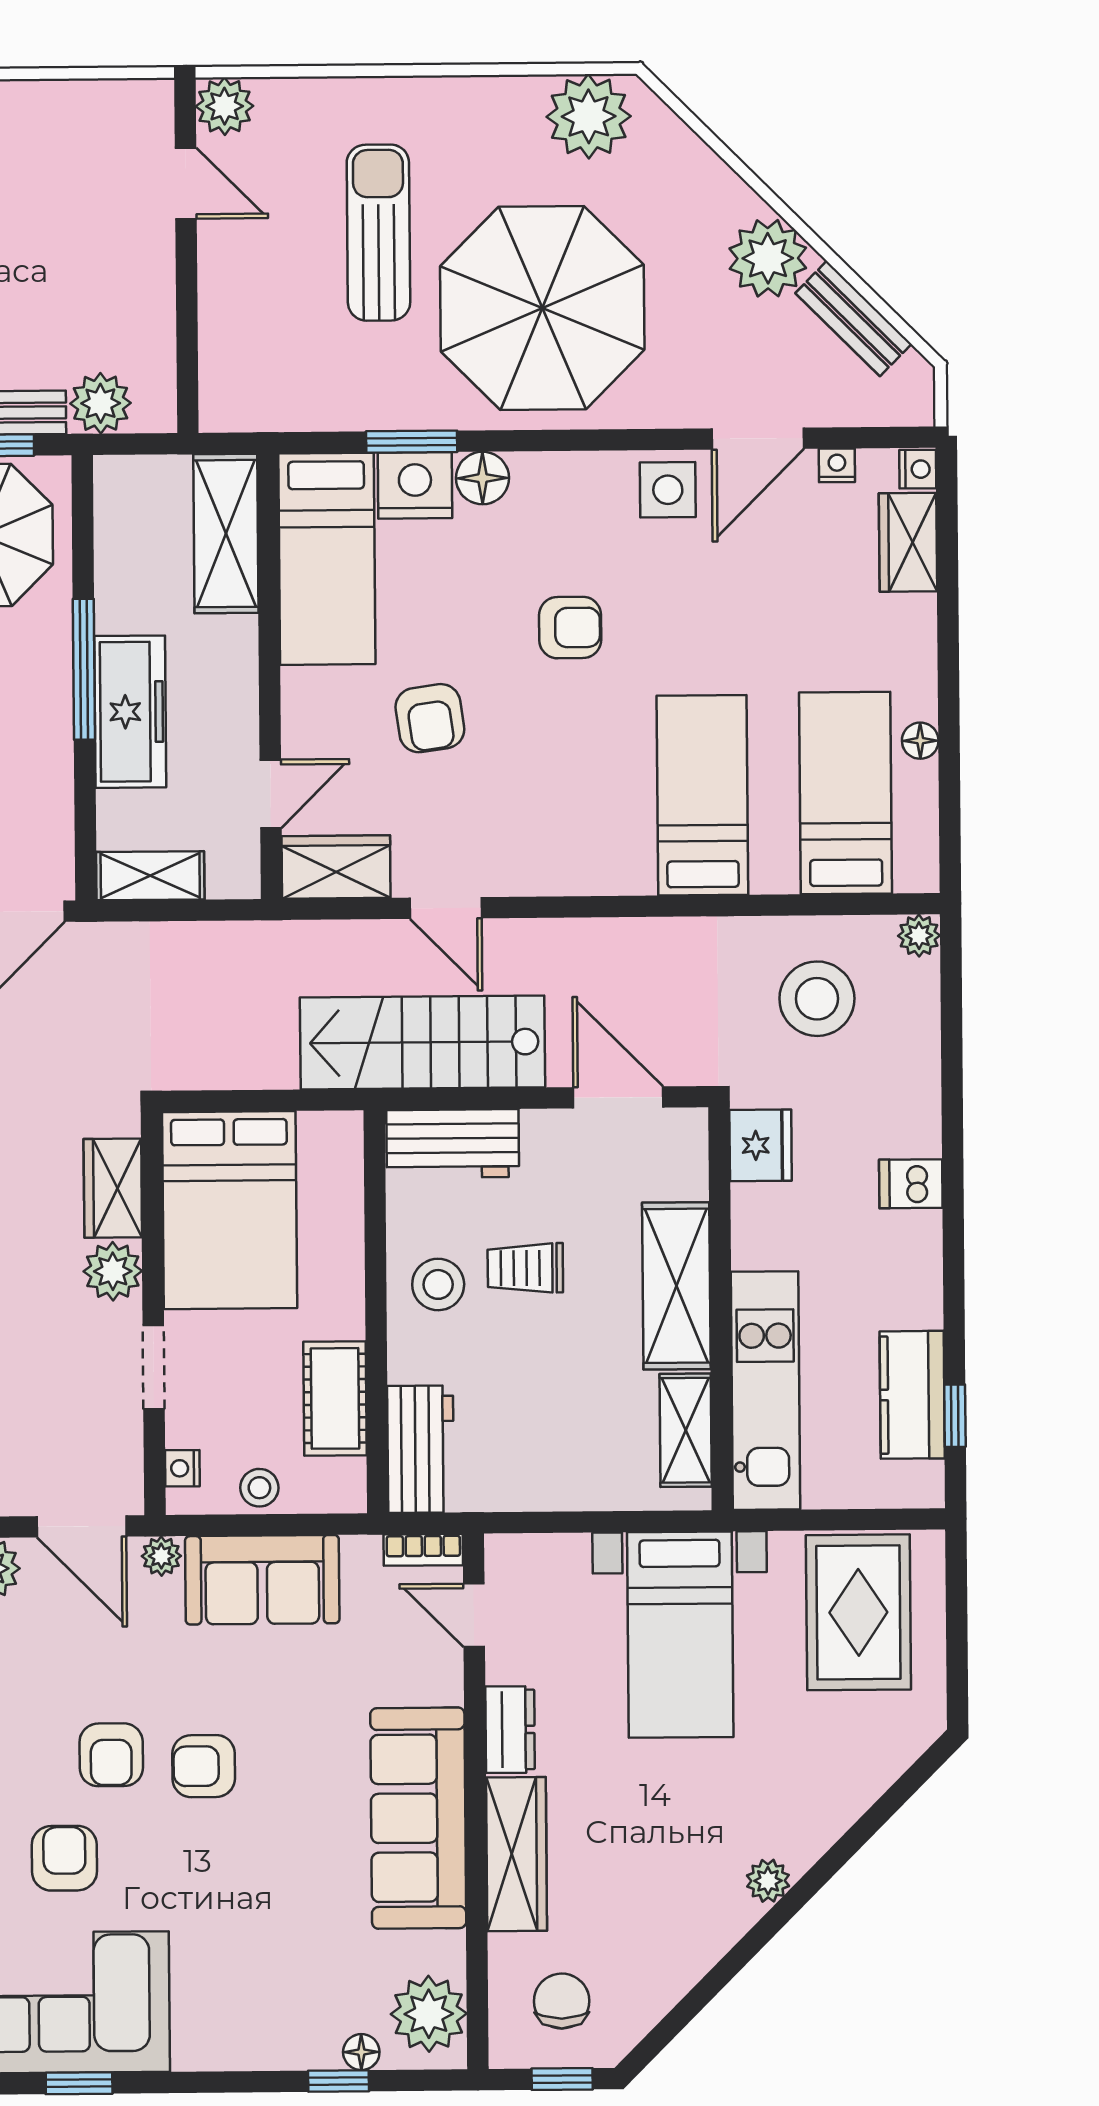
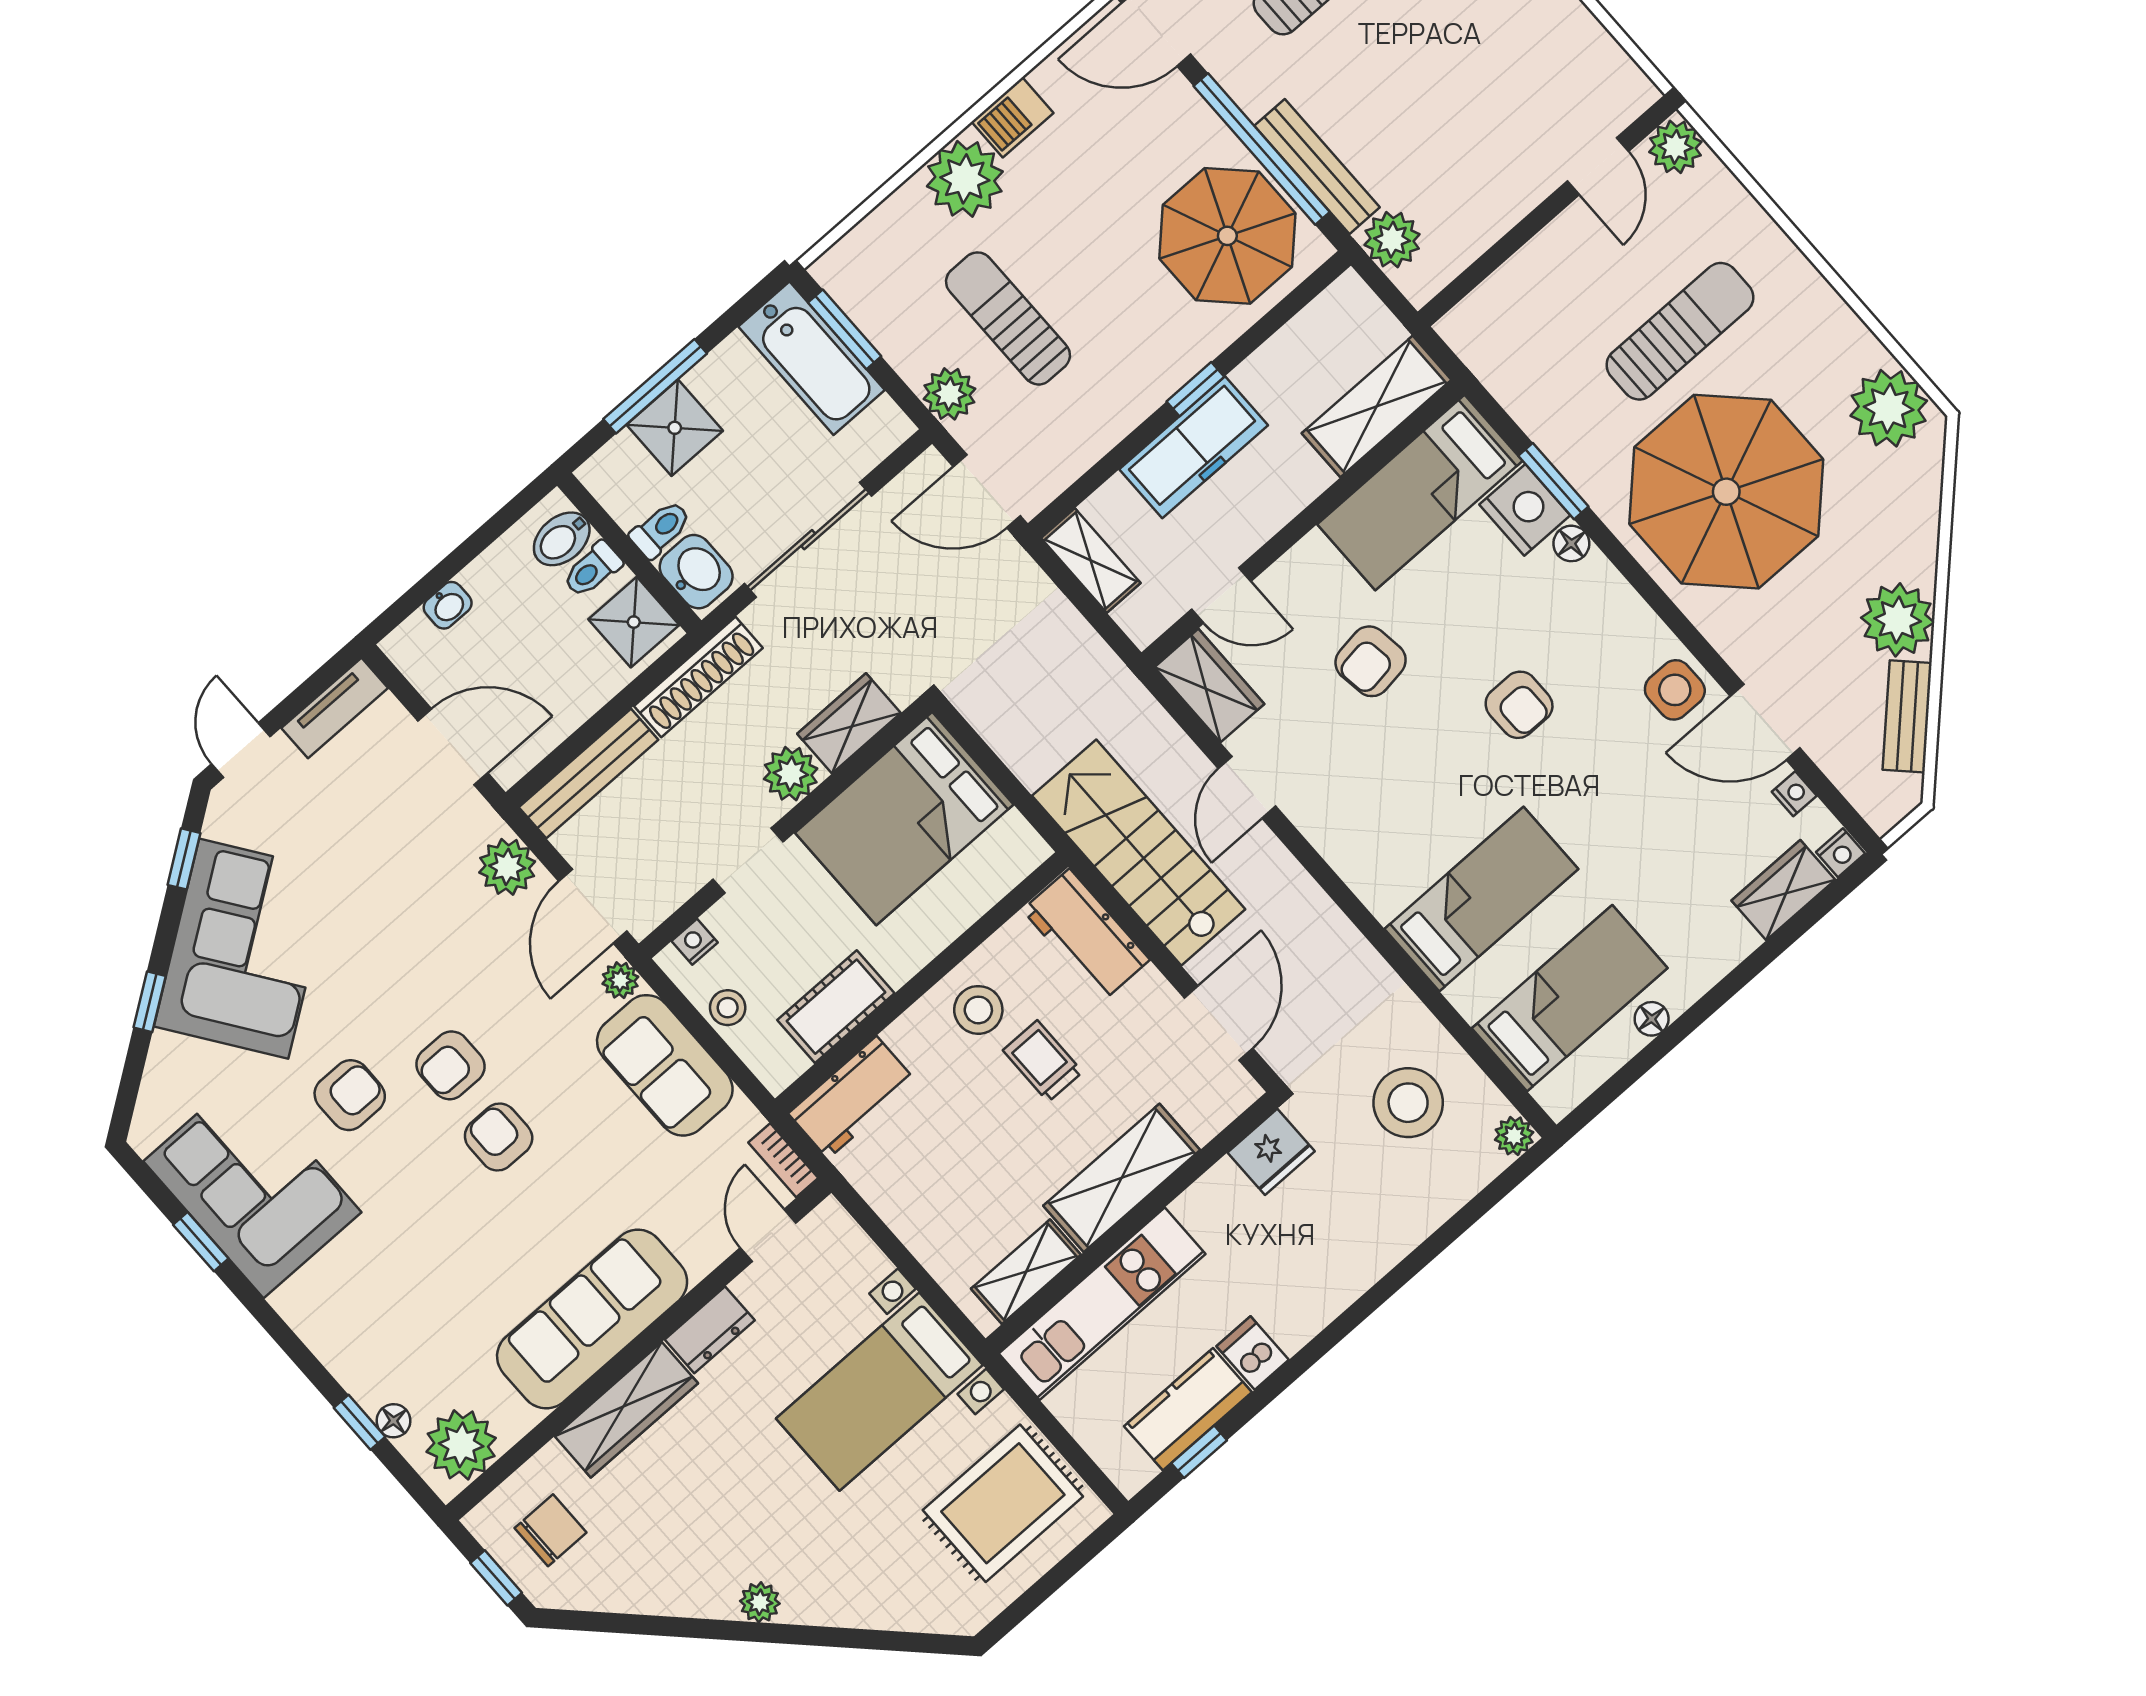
floor lamp: (482, 478) -> (1571, 543), width x0.73, depth x0.73
window: (84, 669) -> (1195, 389), width x0.46
dishwasher: (911, 1184) -> (1253, 1353), moved

